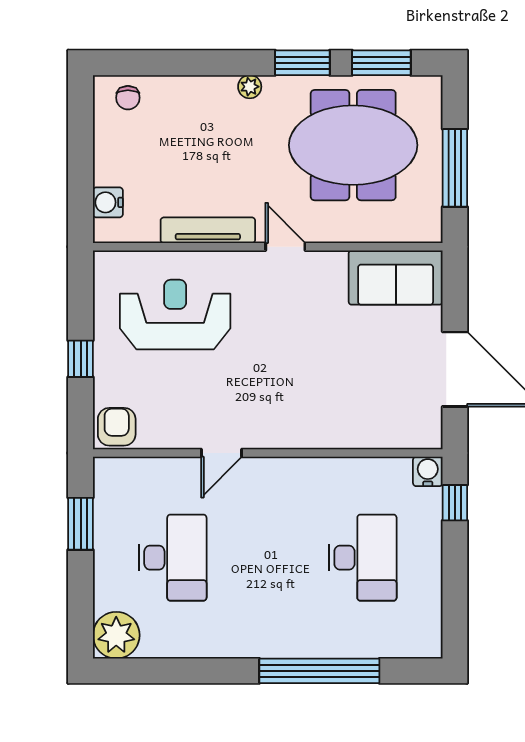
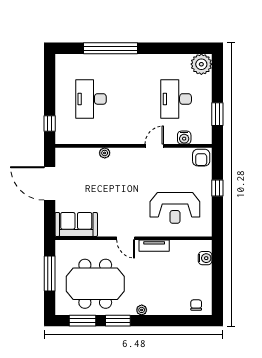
tv unit: (208, 230) -> (154, 246), width x0.71
plant: (332, 437) -> (105, 153), added
water cooler: (428, 471) -> (184, 138), moved

